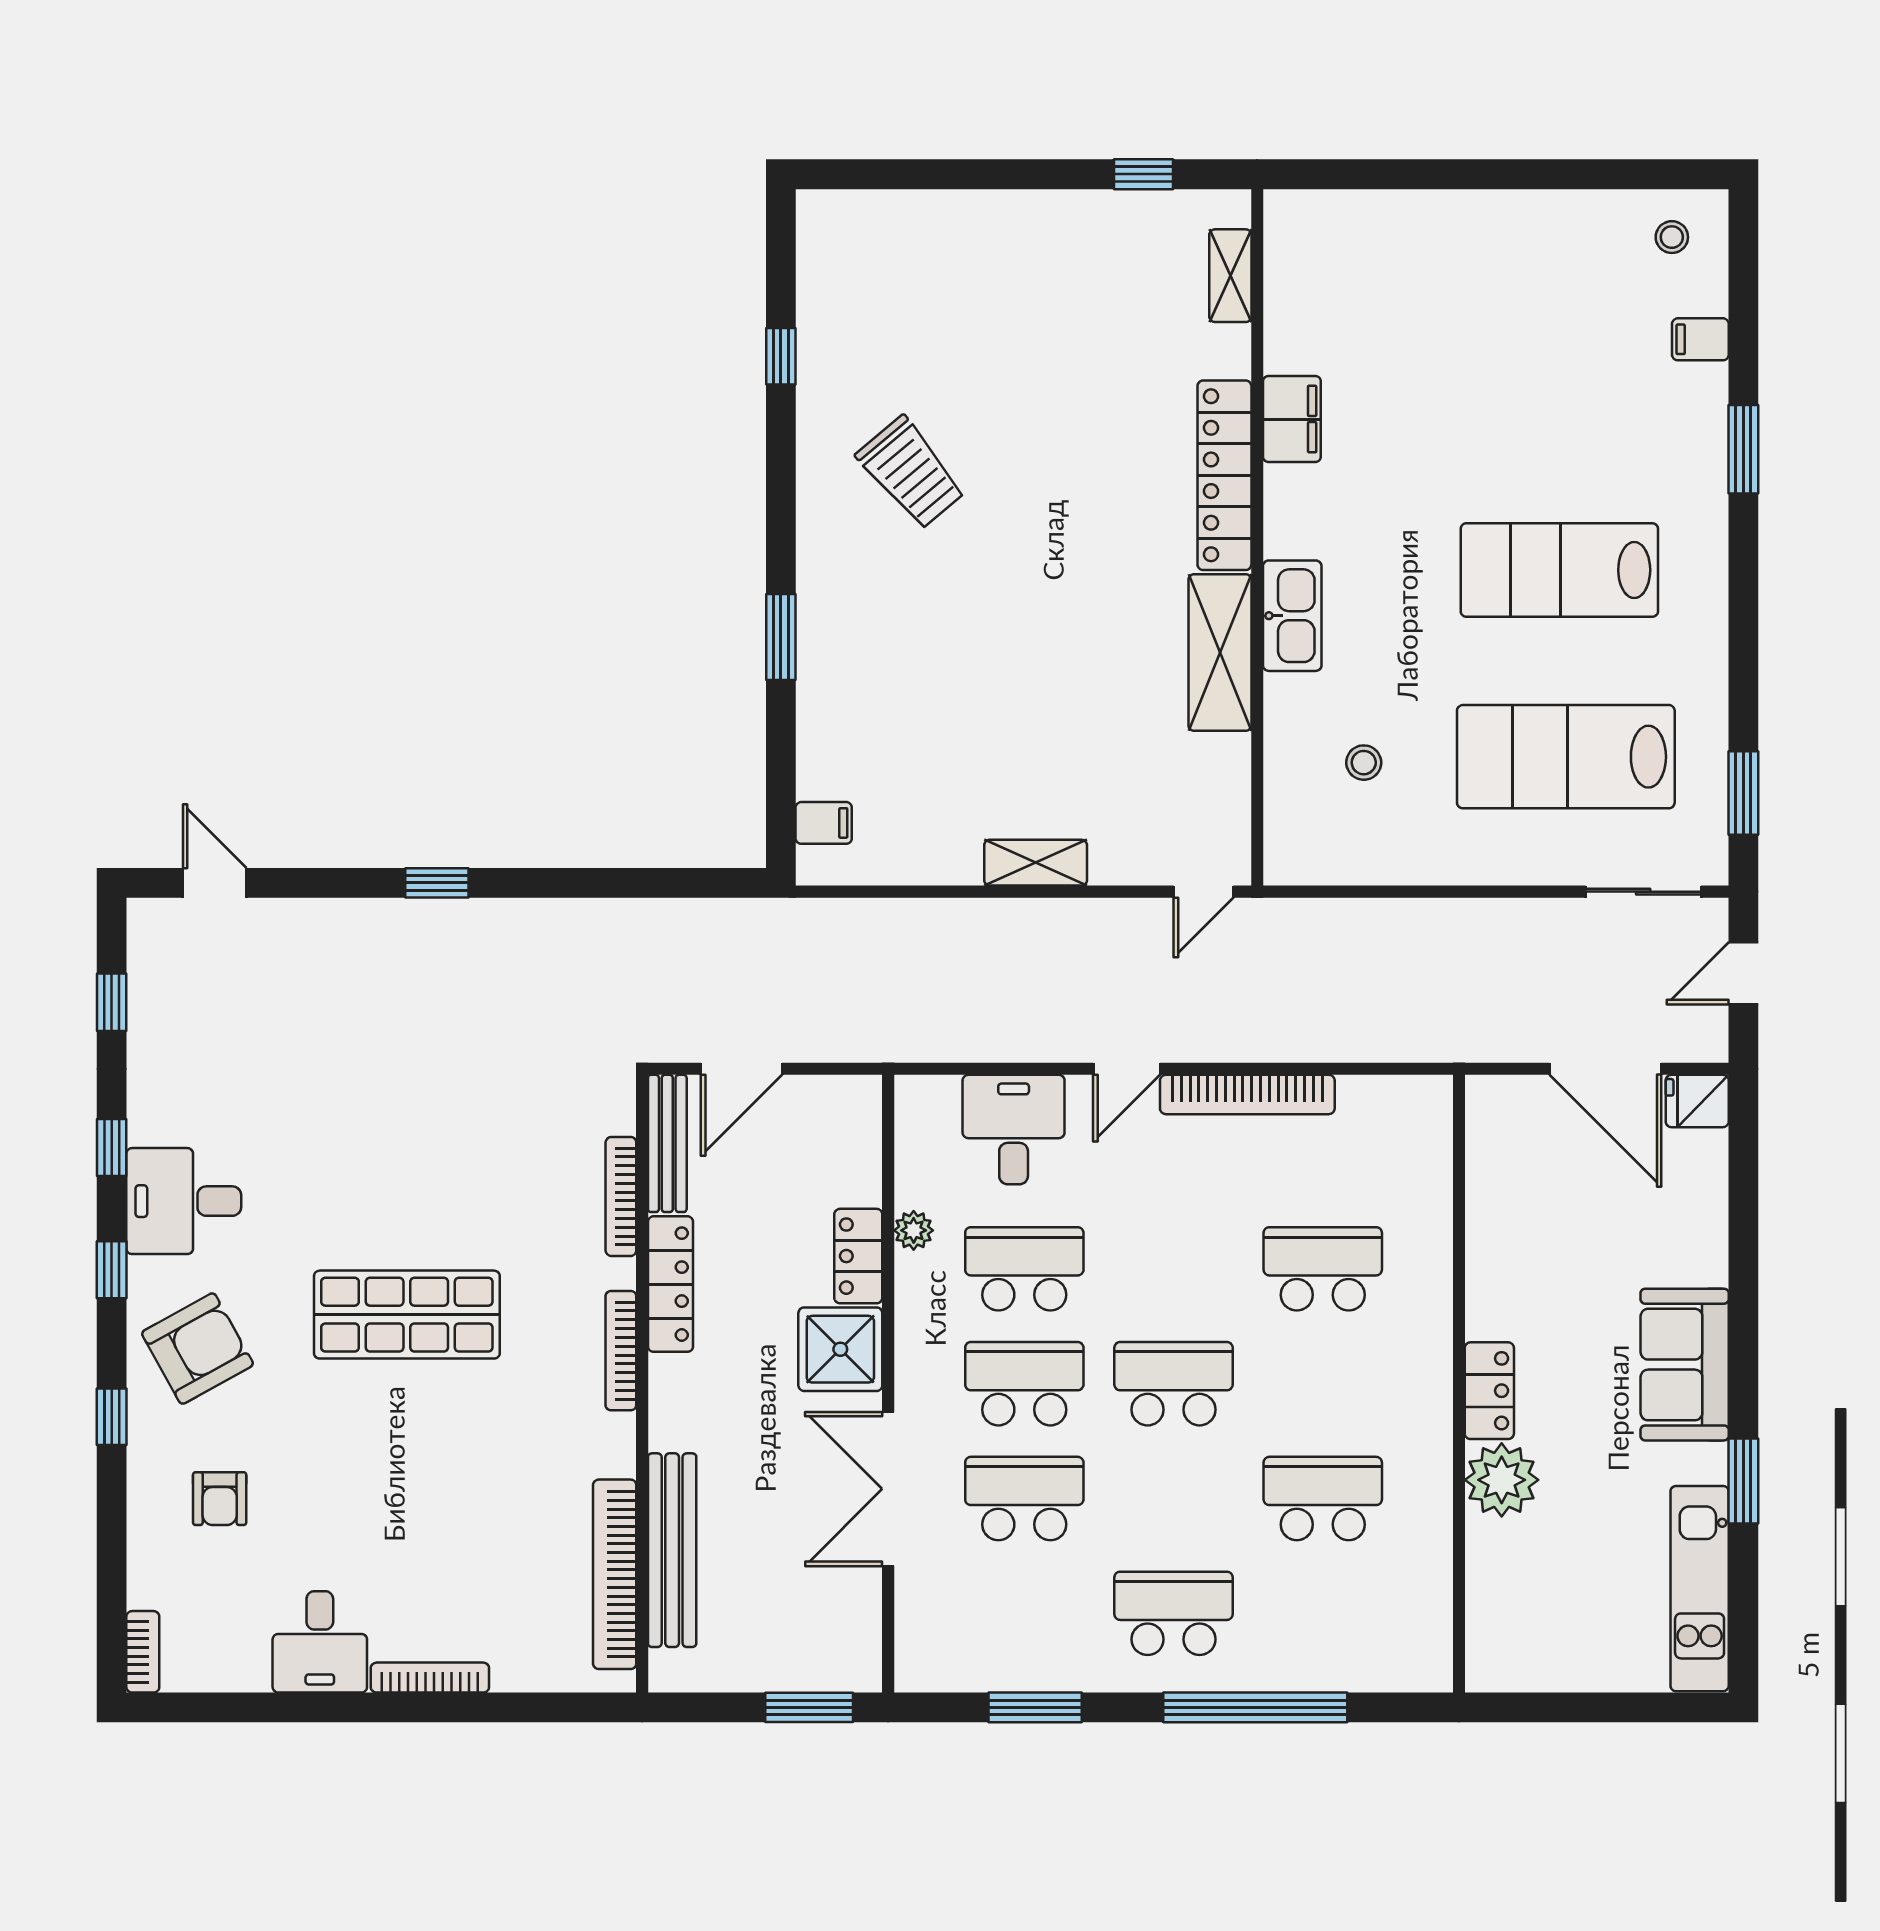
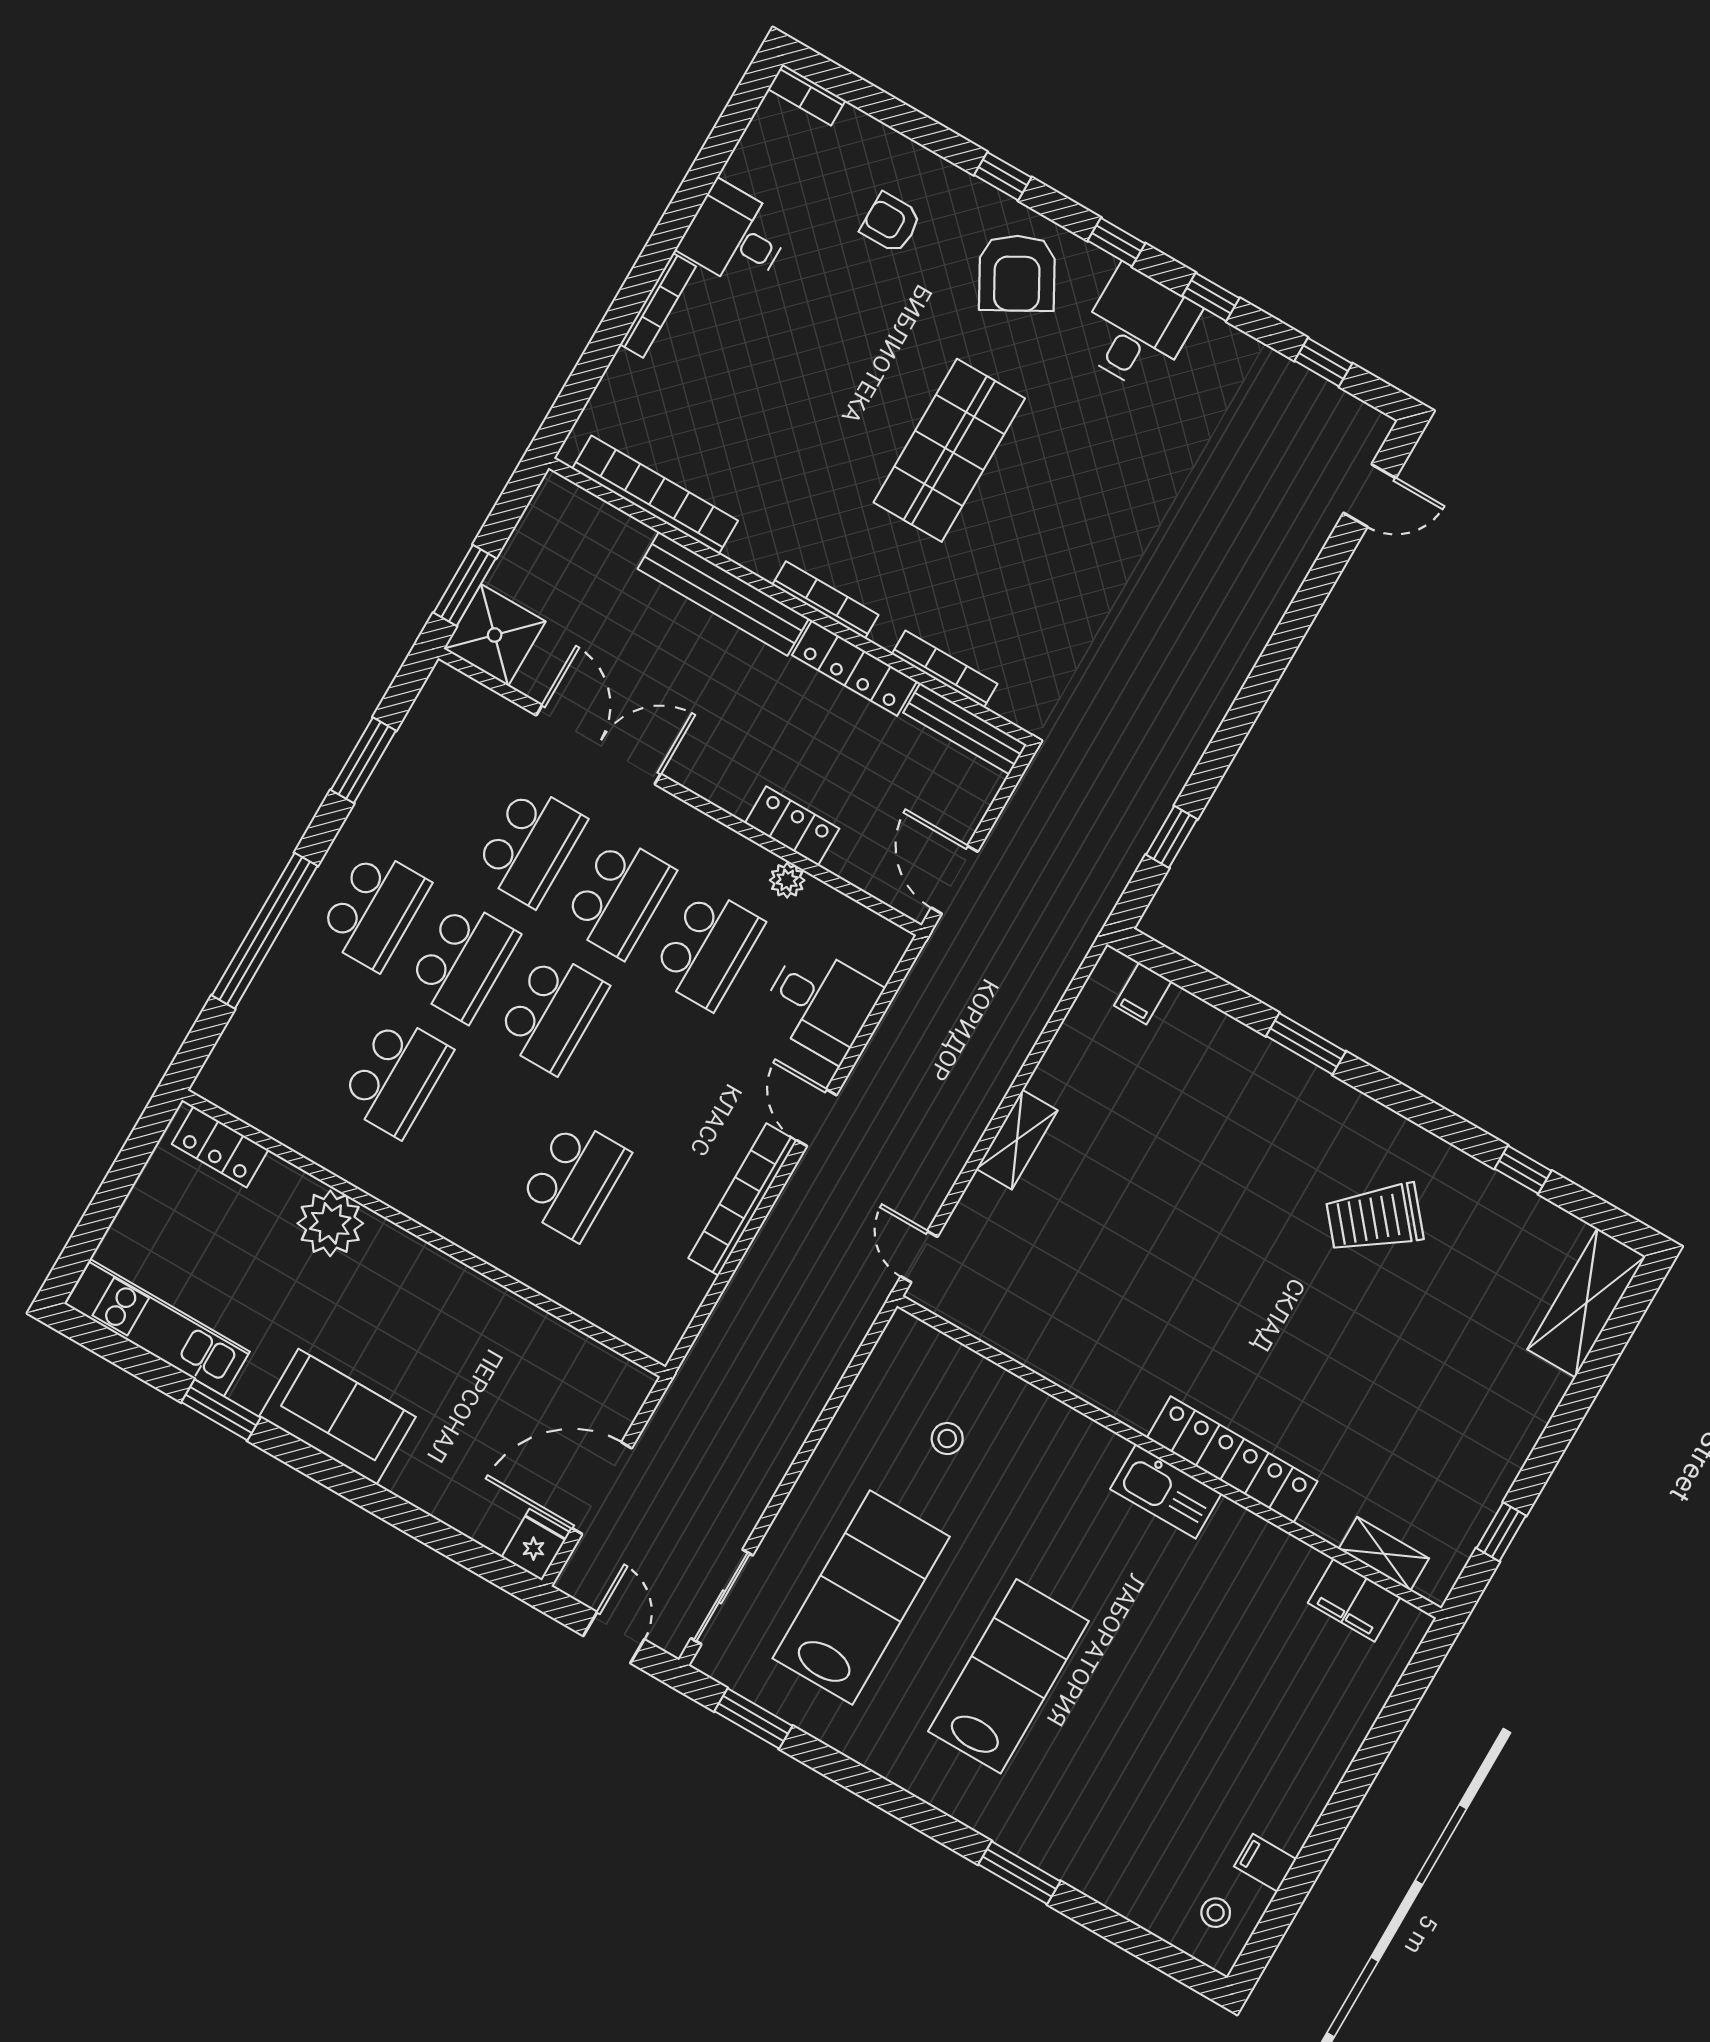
filing cabinet: (1700, 339) -> (1265, 1863), moved, turned -90
filing cabinet: (1292, 419) -> (1354, 1600), moved
kitchen sink: (1292, 616) -> (1166, 1491), moved
shelving: (1220, 653) -> (1586, 1303), moved, turned 90
window: (437, 883) -> (1172, 837), moved
door: (741, 1069) -> (955, 880), moved
shower: (840, 1349) -> (495, 635), moved
locker: (1489, 1391) -> (220, 1147), moved
school desk: (1174, 1499) -> (463, 961), added
bench: (672, 1550) -> (723, 594), moved

